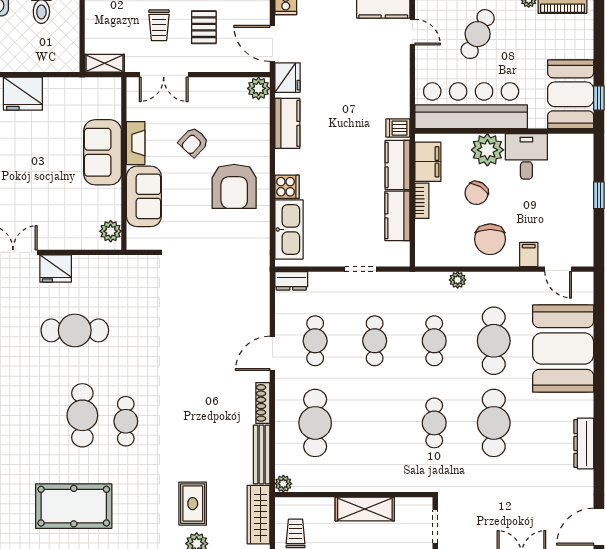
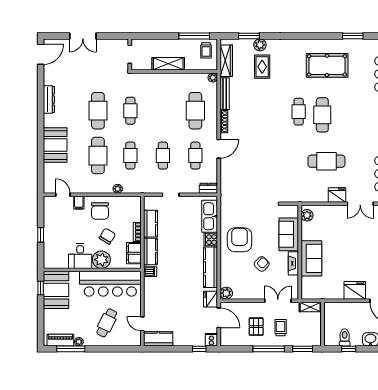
kitchen counter: (287, 123) -> (211, 267), width x1.50
chair: (490, 239) -> (100, 211), turned 180
booth: (563, 348) -> (55, 145), width x0.73, depth x0.70

